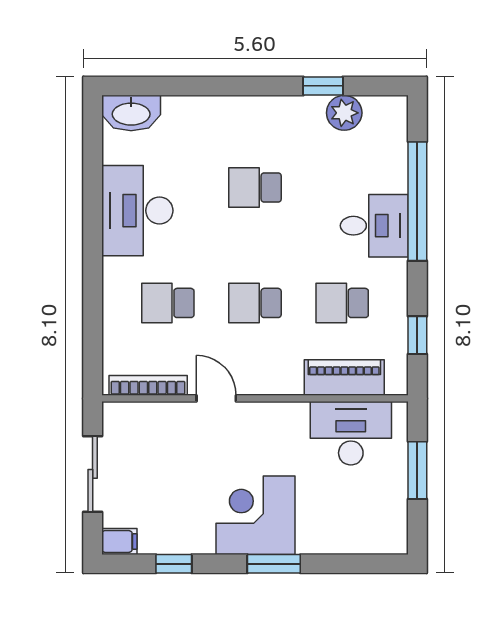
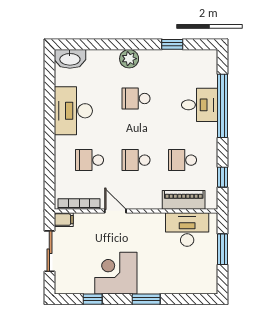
plant: (344, 113) -> (129, 59), moved
desk: (374, 226) -> (200, 105), moved
corner desk: (256, 515) -> (116, 273), moved
filing cabinet: (119, 541) -> (64, 220), moved

